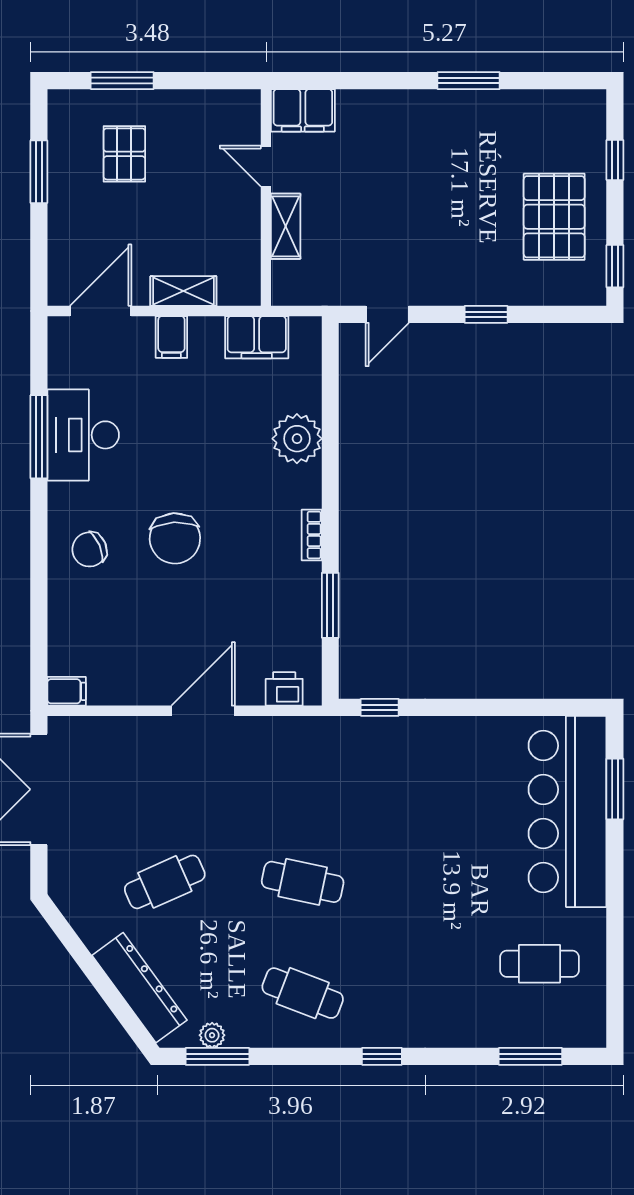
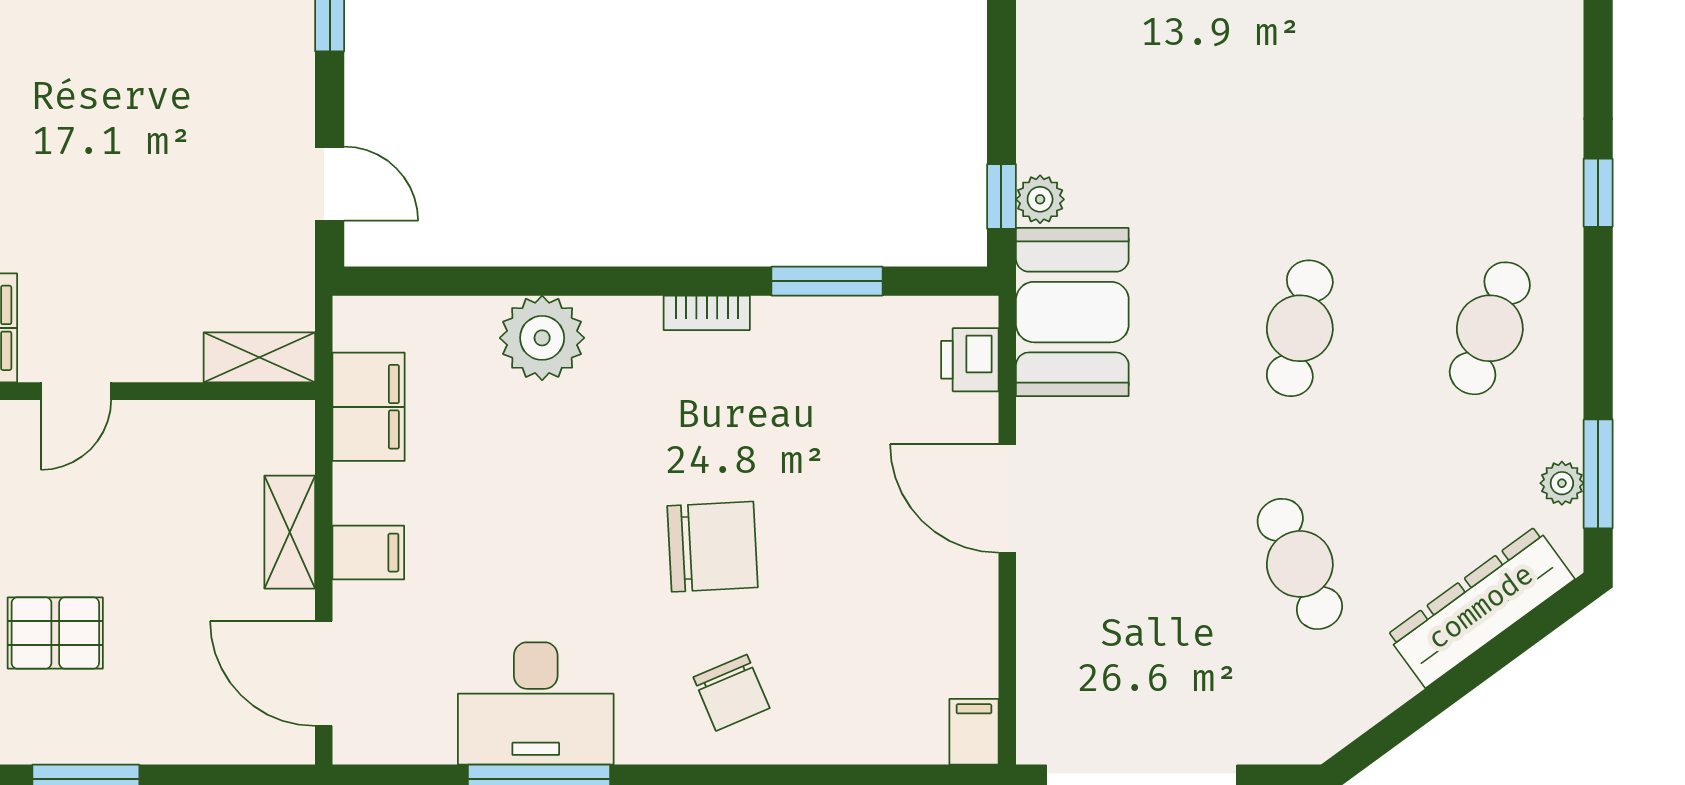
shelving: (286, 226) -> (259, 357), moved
plant: (378, 730) -> (1040, 199), added
booth: (312, 749) -> (1072, 312), added

